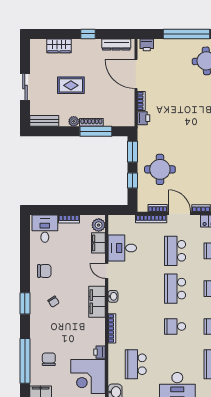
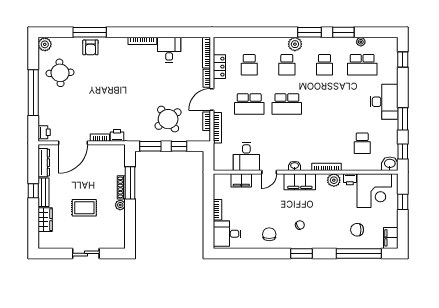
rug: (71, 85) -> (84, 208), turned 90
bench: (44, 121) -> (44, 192), moved
round table: (160, 169) -> (168, 119), turned -36
plant: (99, 225) -> (334, 180), moved
school desk: (175, 326) -> (325, 104), removed
school desk: (136, 364) -> (362, 143), width x0.54

